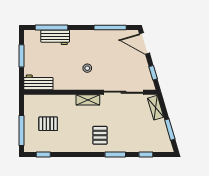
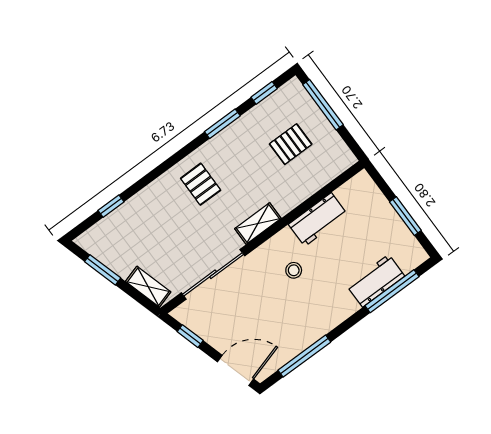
workbench: (38, 82) -> (318, 219), moved
window: (115, 154) -> (222, 124), moved

